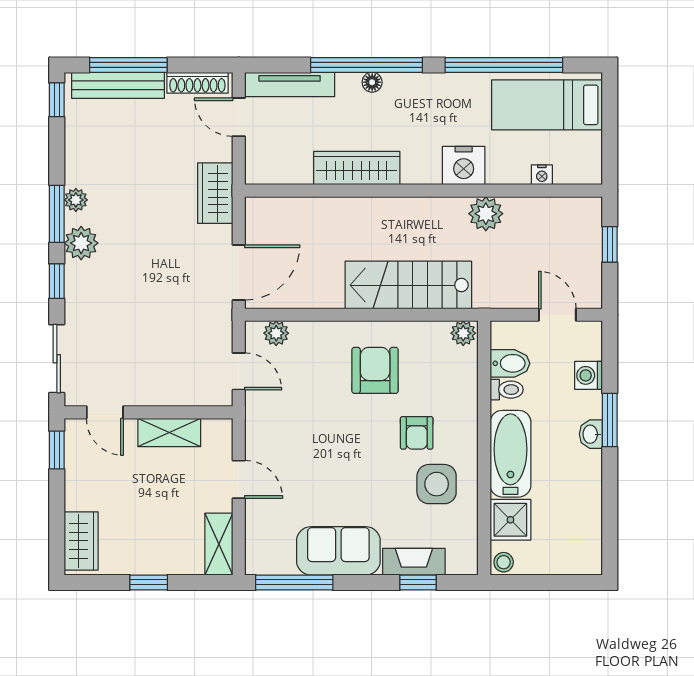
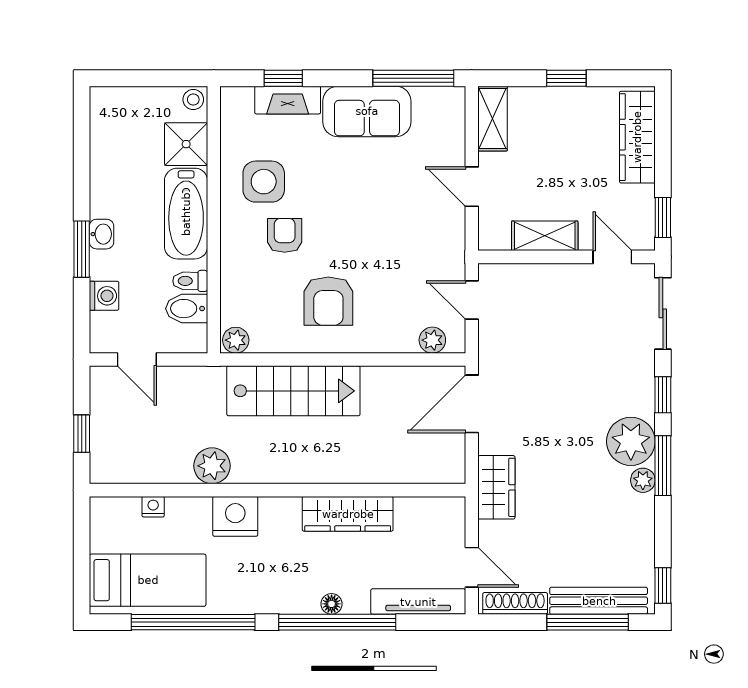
plant: (81, 243) -> (631, 441), width x1.36, depth x1.36
wardrobe: (81, 541) -> (637, 137), width x1.50

